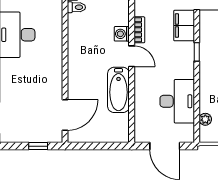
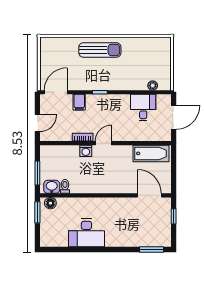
filing cabinet: (184, 26) -> (79, 102), width x0.50
bathtub: (118, 90) -> (151, 153), moved
desk: (177, 101) -> (143, 108), width x0.73

